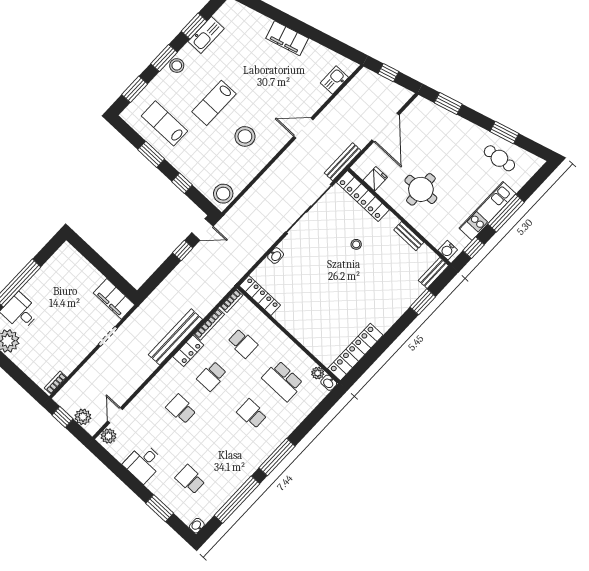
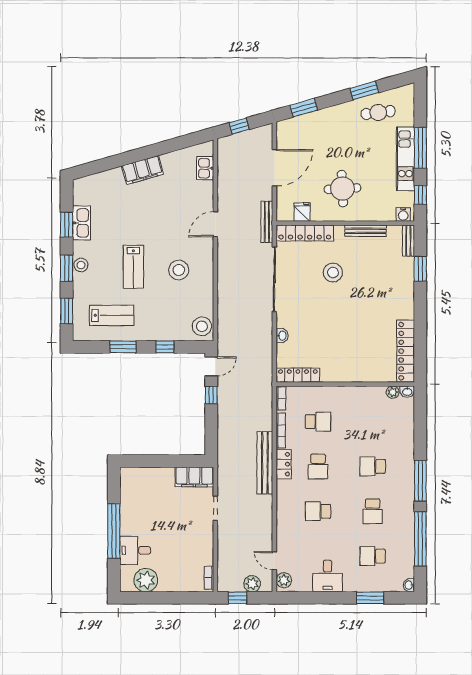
lab bench: (165, 123) -> (112, 315), turned 180
door: (385, 127) -> (274, 168), hinge flipped
bench: (409, 236) -> (365, 231), width x1.36
stool: (356, 244) -> (333, 273), width x1.89, depth x1.89
school desk: (283, 381) -> (373, 511), moved, width x0.54

